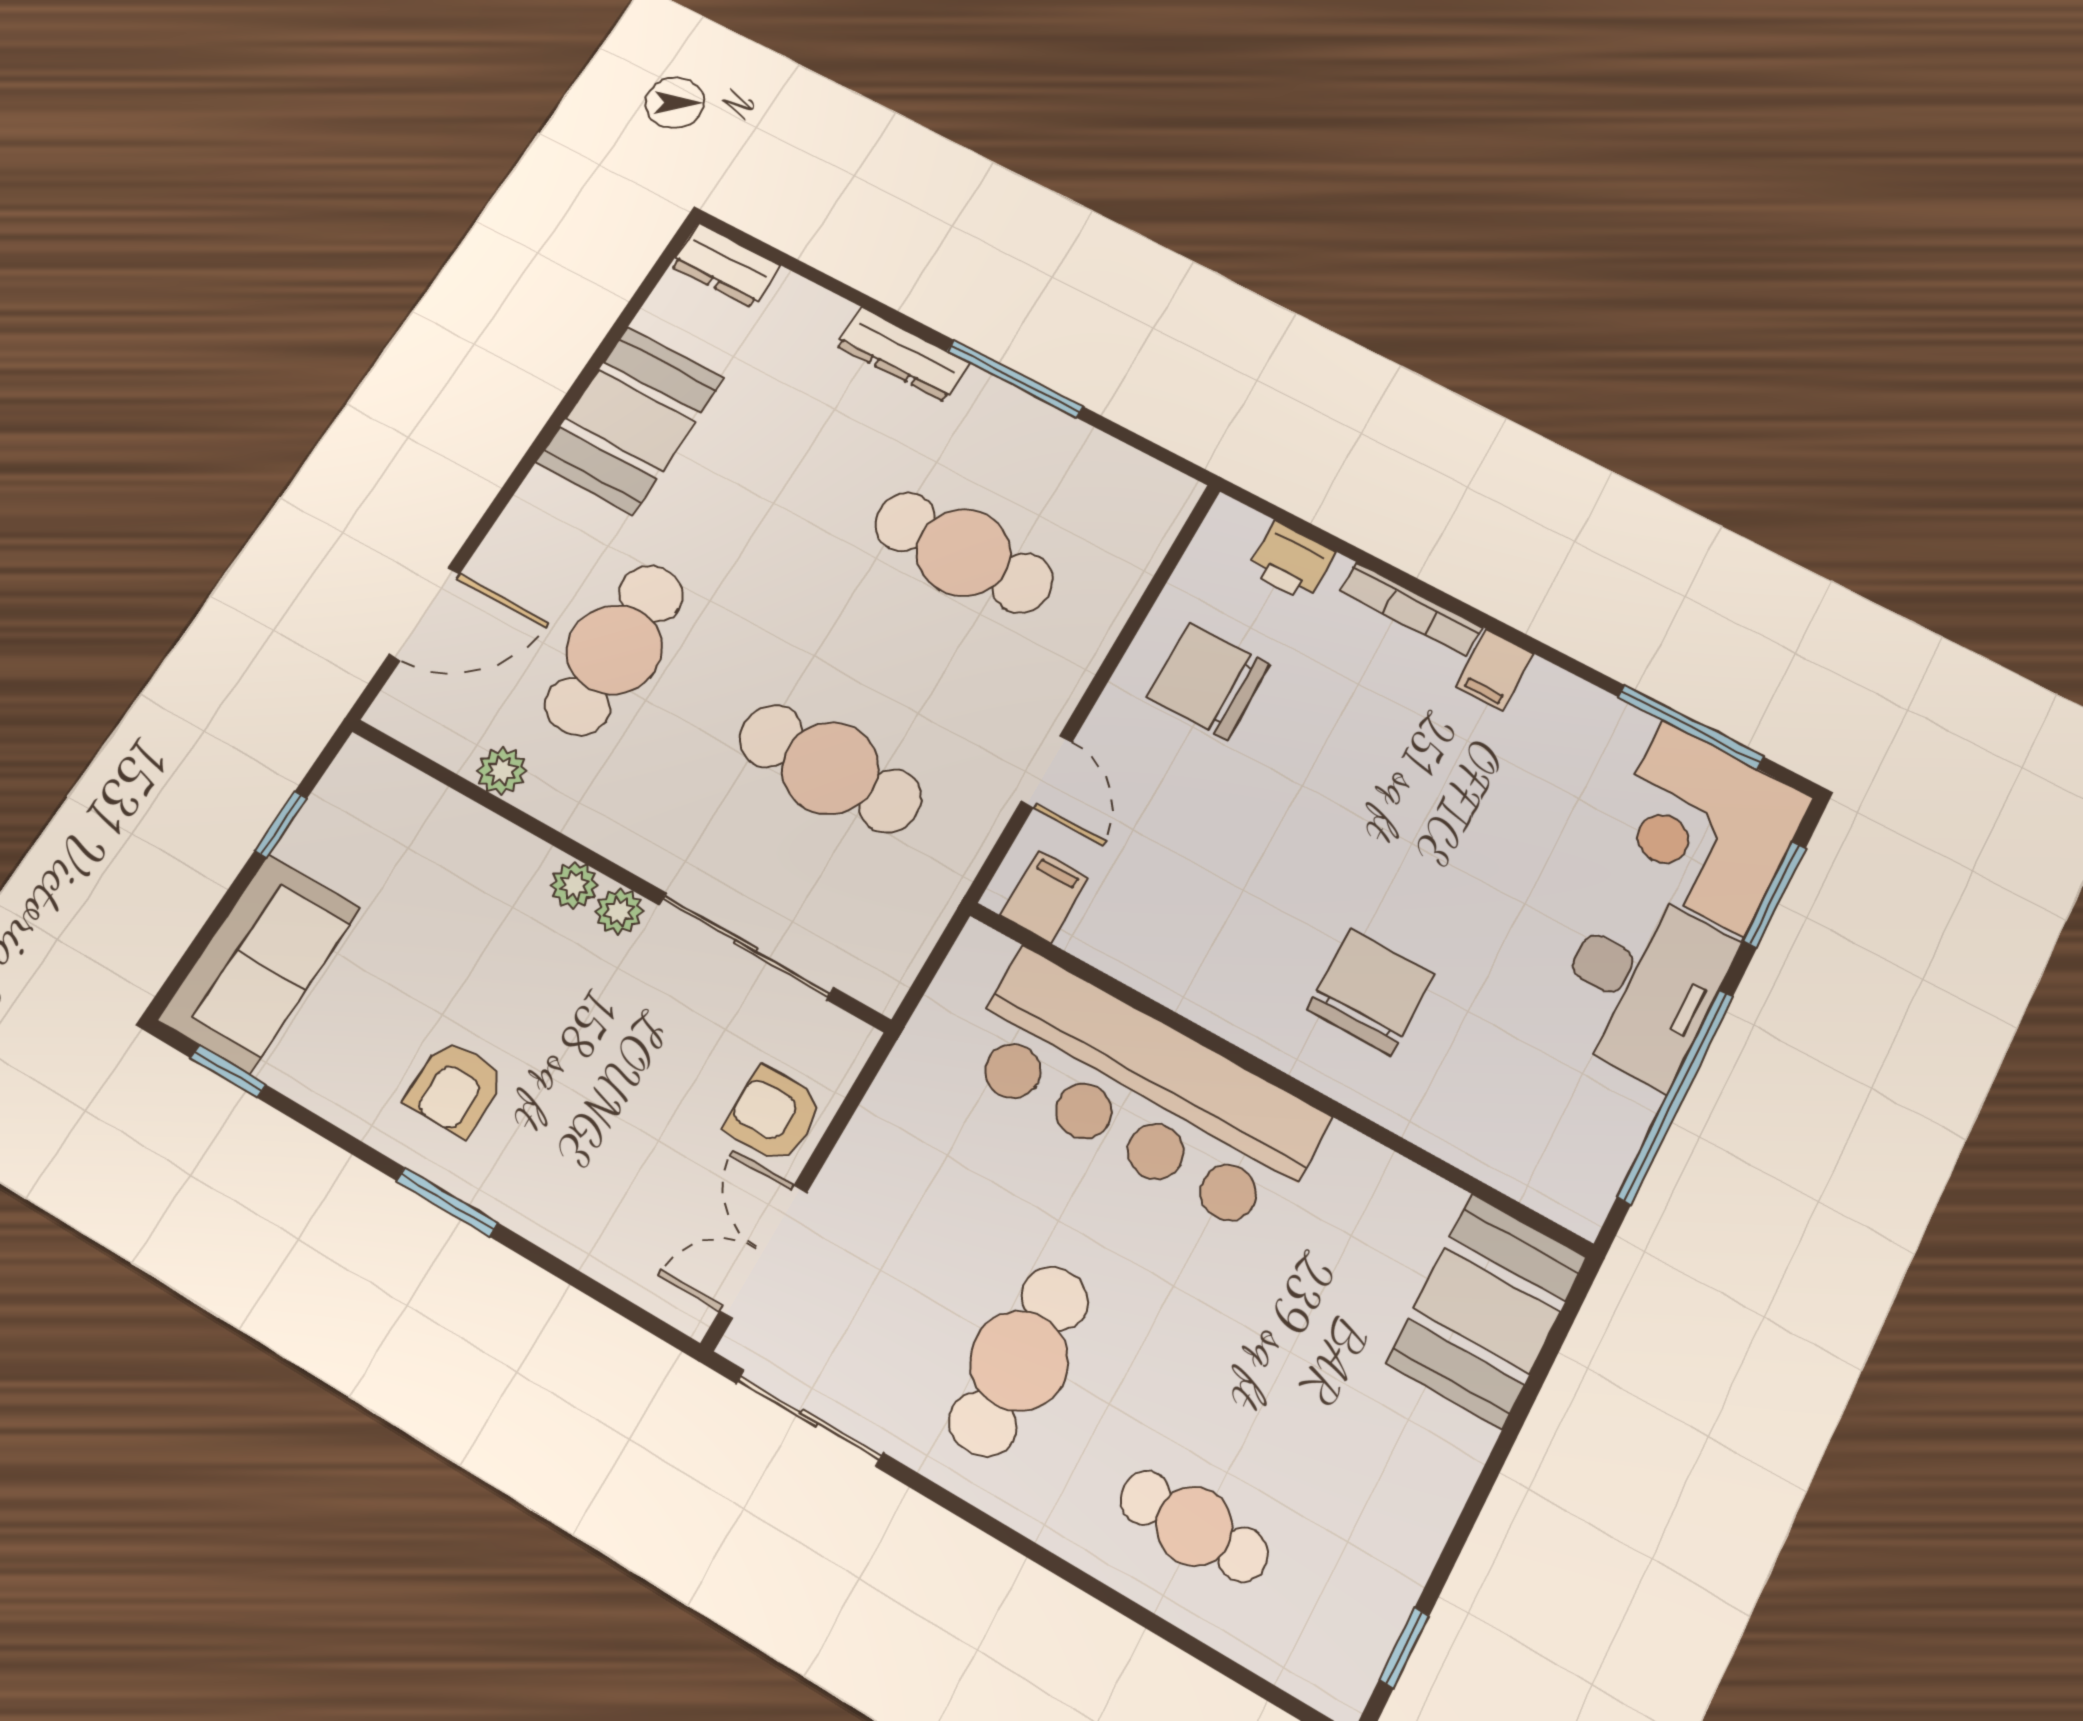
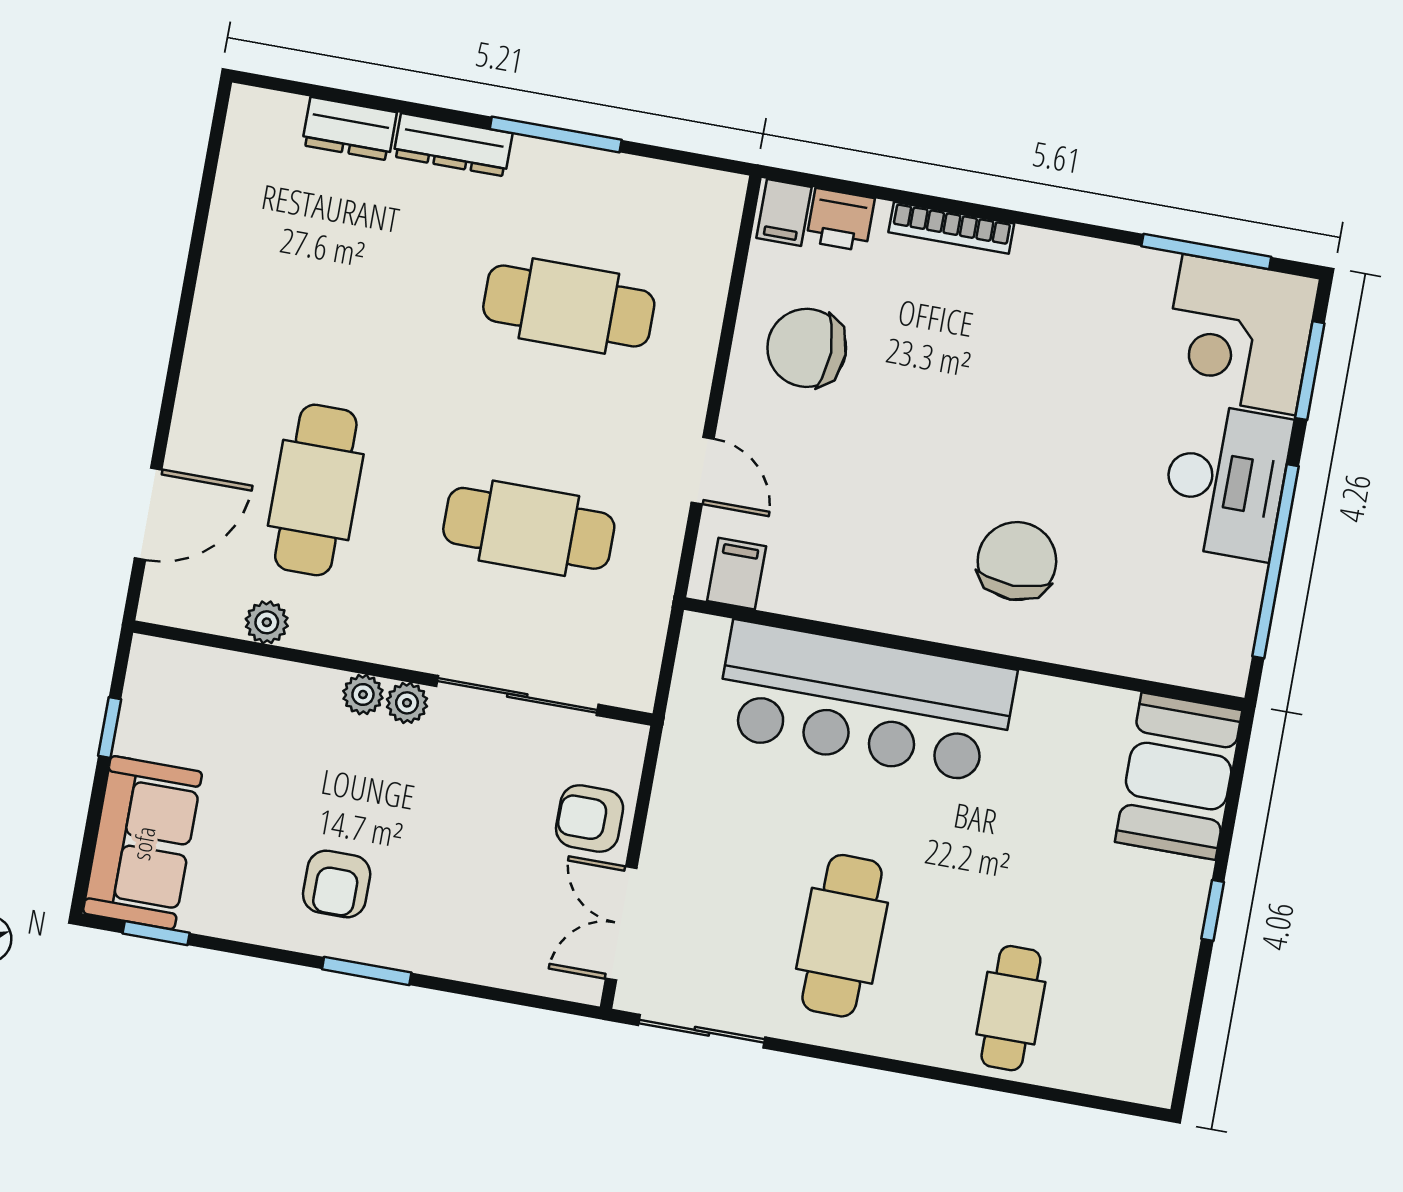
dresser: (725, 265) -> (349, 129), moved
booth: (630, 420) -> (247, 285), removed
filing cabinet: (1495, 670) -> (784, 212), moved
cafe table: (1194, 1526) -> (1011, 1008), turned 90
window: (1404, 1648) -> (1213, 910), moved

